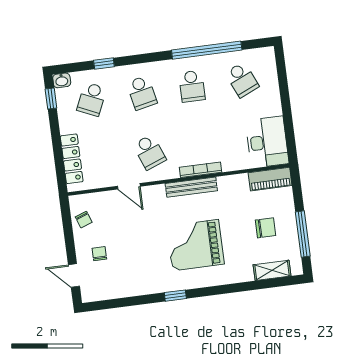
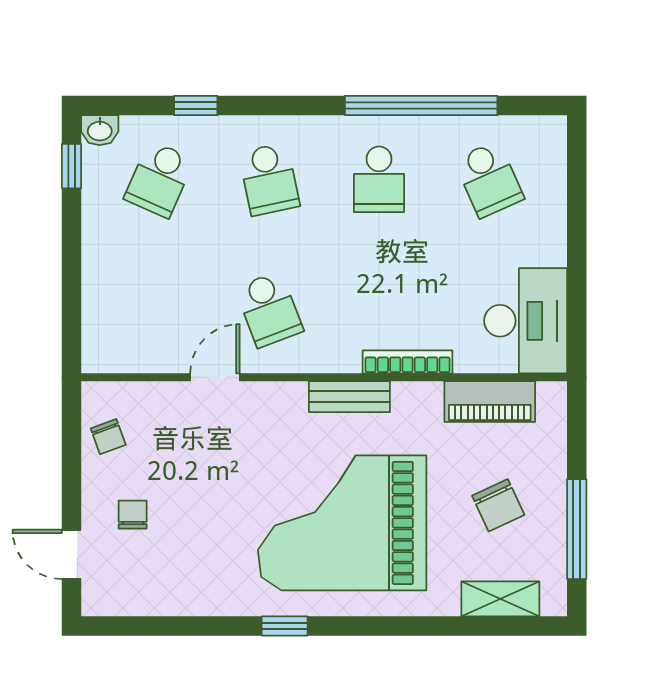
locker: (72, 159) -> (99, 302), removed
bookcase: (201, 170) -> (408, 362), moved
piano: (270, 179) -> (490, 402), moved
door: (129, 186) -> (215, 377), swing flipped
bench: (191, 187) -> (349, 397), width x0.73
chair: (266, 228) -> (498, 505), turned 65
grand piano: (195, 245) -> (342, 523), width x1.37, depth x1.48

